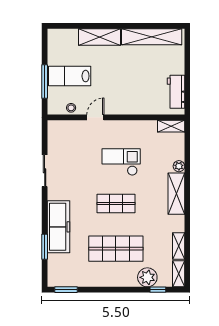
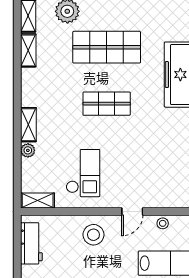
stool: (126, 99) -> (93, 235), added
checkout: (121, 162) -> (83, 173), moved, turned -90
shelving: (176, 194) -> (28, 125), width x0.67, depth x0.75

